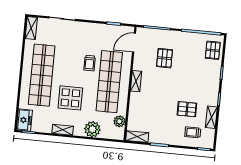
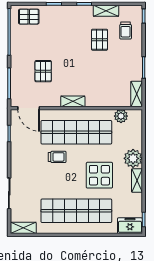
pallet: (165, 58) -> (43, 71), turned 90
plant: (92, 129) -> (133, 158), moved

